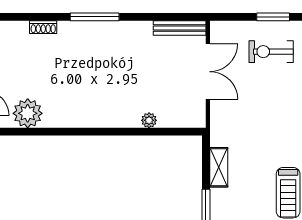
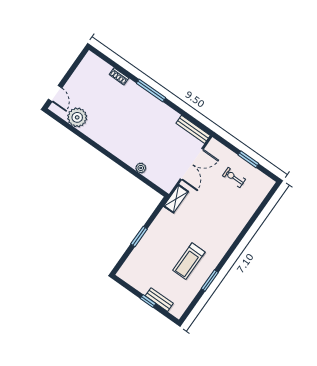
exercise bike: (271, 52) -> (234, 178), width x0.73, depth x0.72
shelving: (219, 167) -> (176, 199), moved

